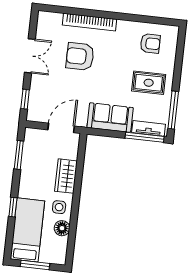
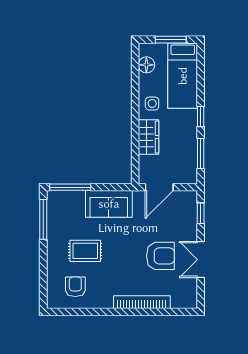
armchair: (150, 43) -> (75, 287), turned 90
armchair: (80, 56) -> (160, 256), moved
rug: (149, 83) -> (85, 251), moved
tv unit: (149, 128) -> (67, 197), removed
window: (13, 207) -> (201, 117), moved
floor lamp: (62, 228) -> (146, 65), moved

